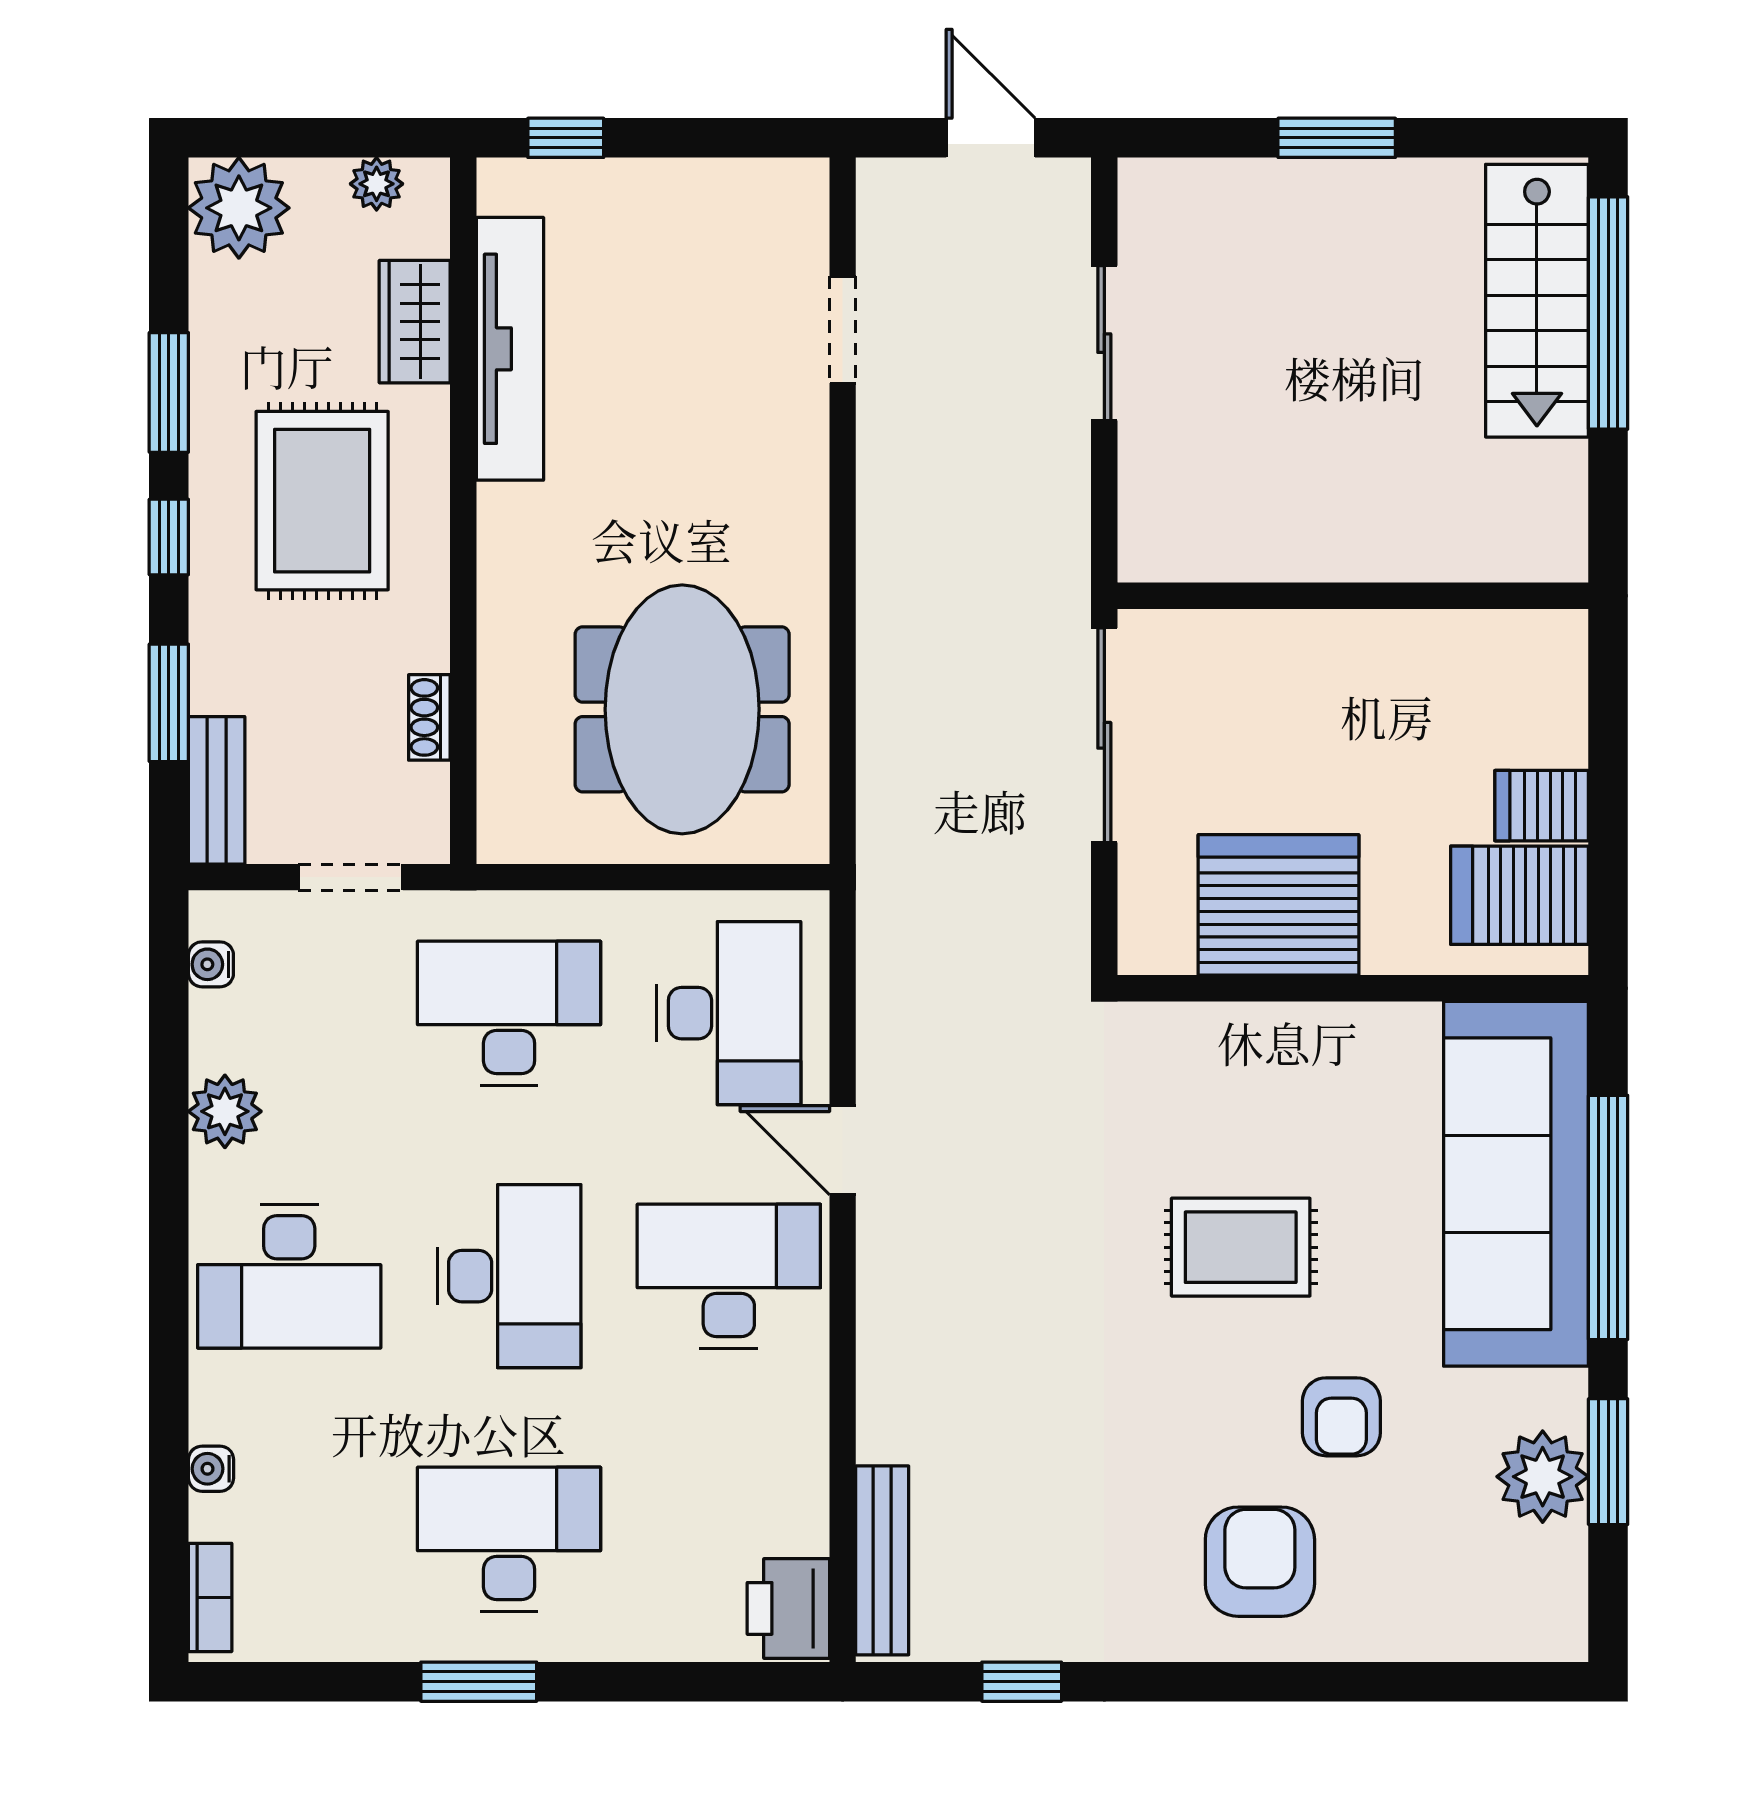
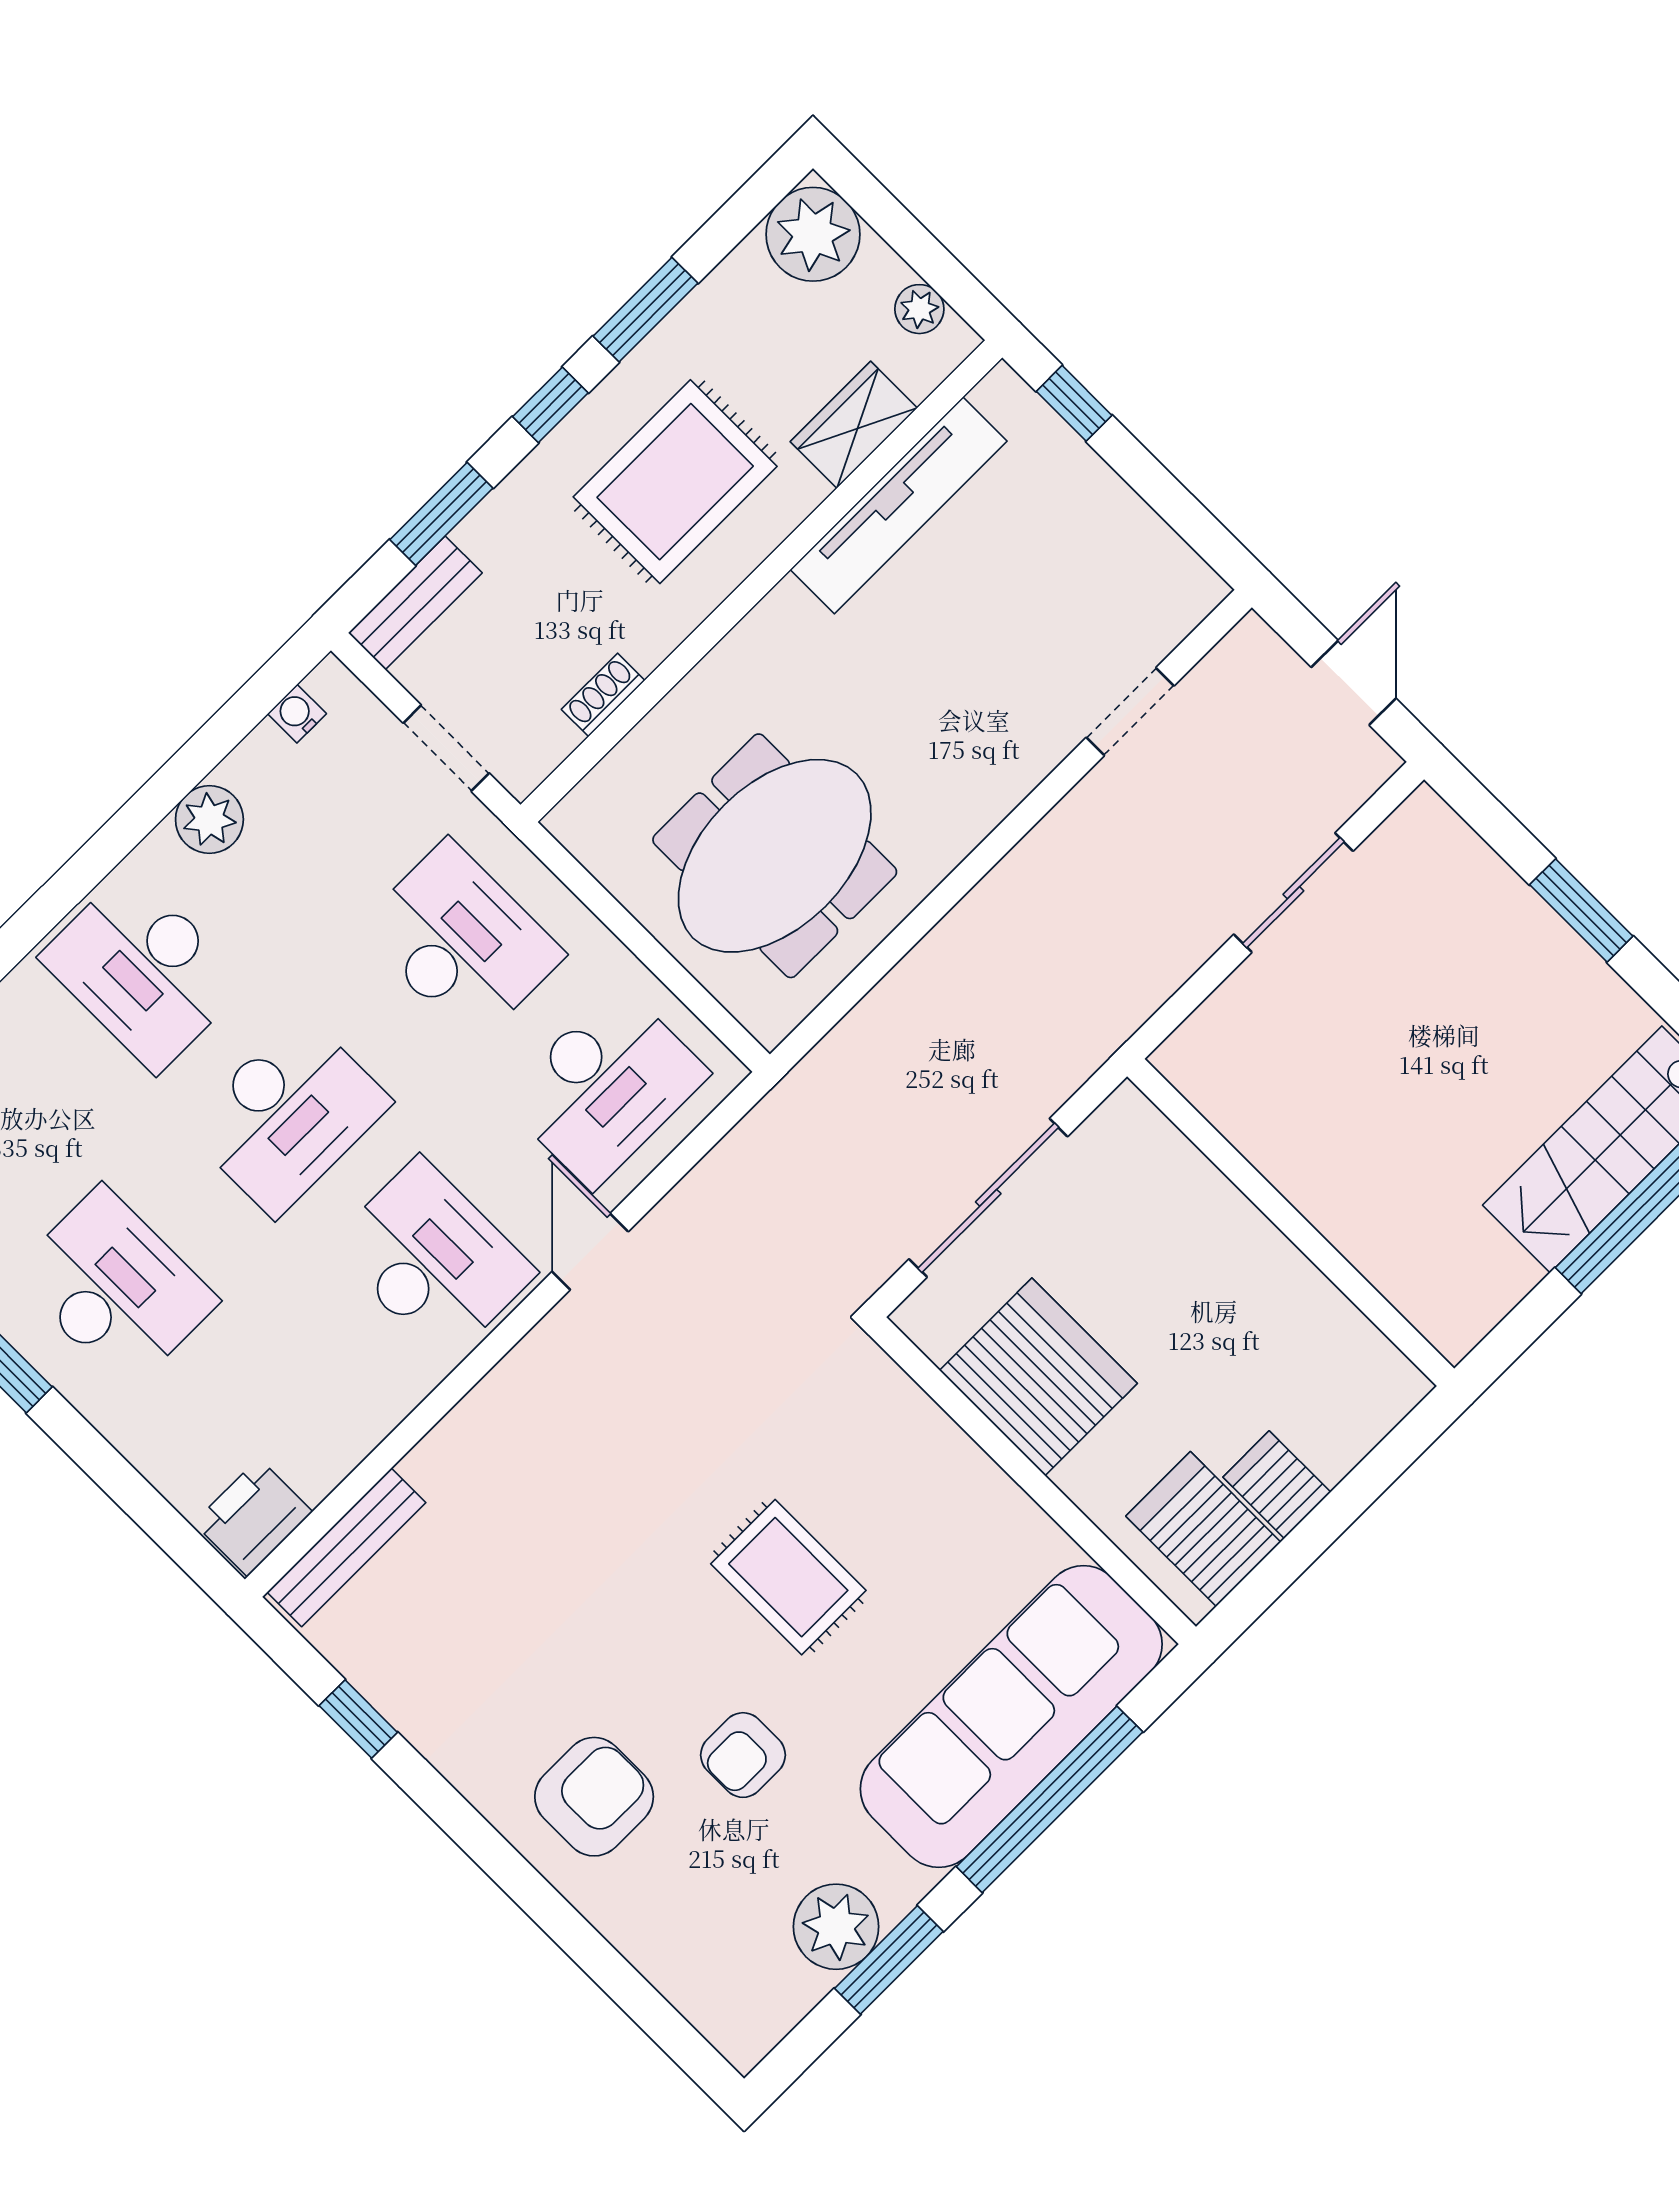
sliding door: (1104, 735) -> (988, 1198), moved

